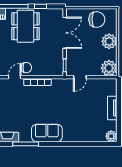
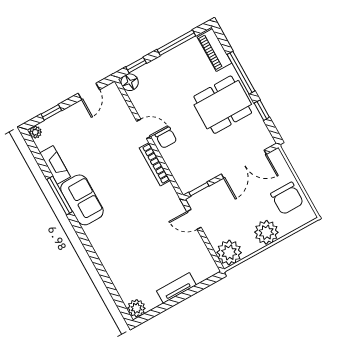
sofa: (47, 133) -> (82, 200), moved

